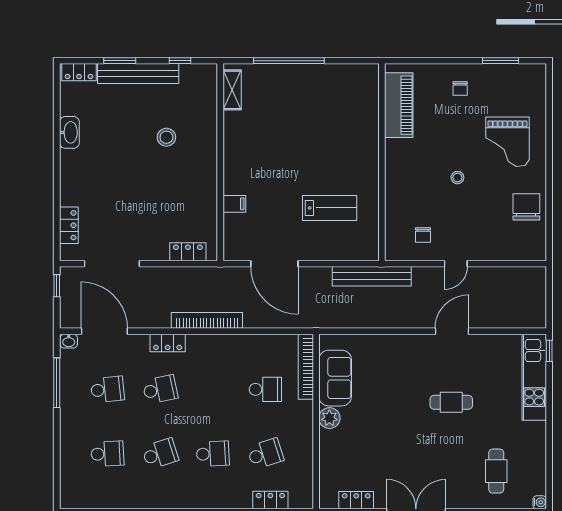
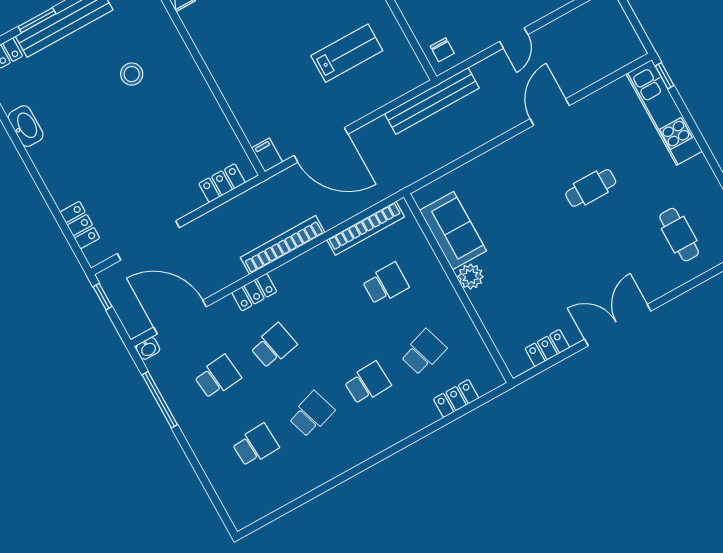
filing cabinet: (234, 204) -> (267, 155), moved, turned -90
chair: (423, 235) -> (442, 50), moved
bookcase: (306, 367) -> (366, 228), moved, turned -90

